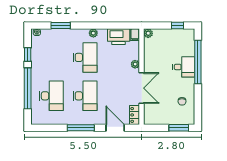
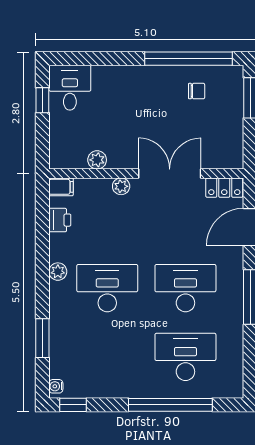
plant: (148, 33) -> (97, 160), moved
printer: (119, 37) -> (60, 220), width x0.53, depth x0.68
window: (28, 54) -> (73, 405), moved
window: (198, 62) -> (189, 59), moved
desk: (184, 67) -> (70, 88), moved

